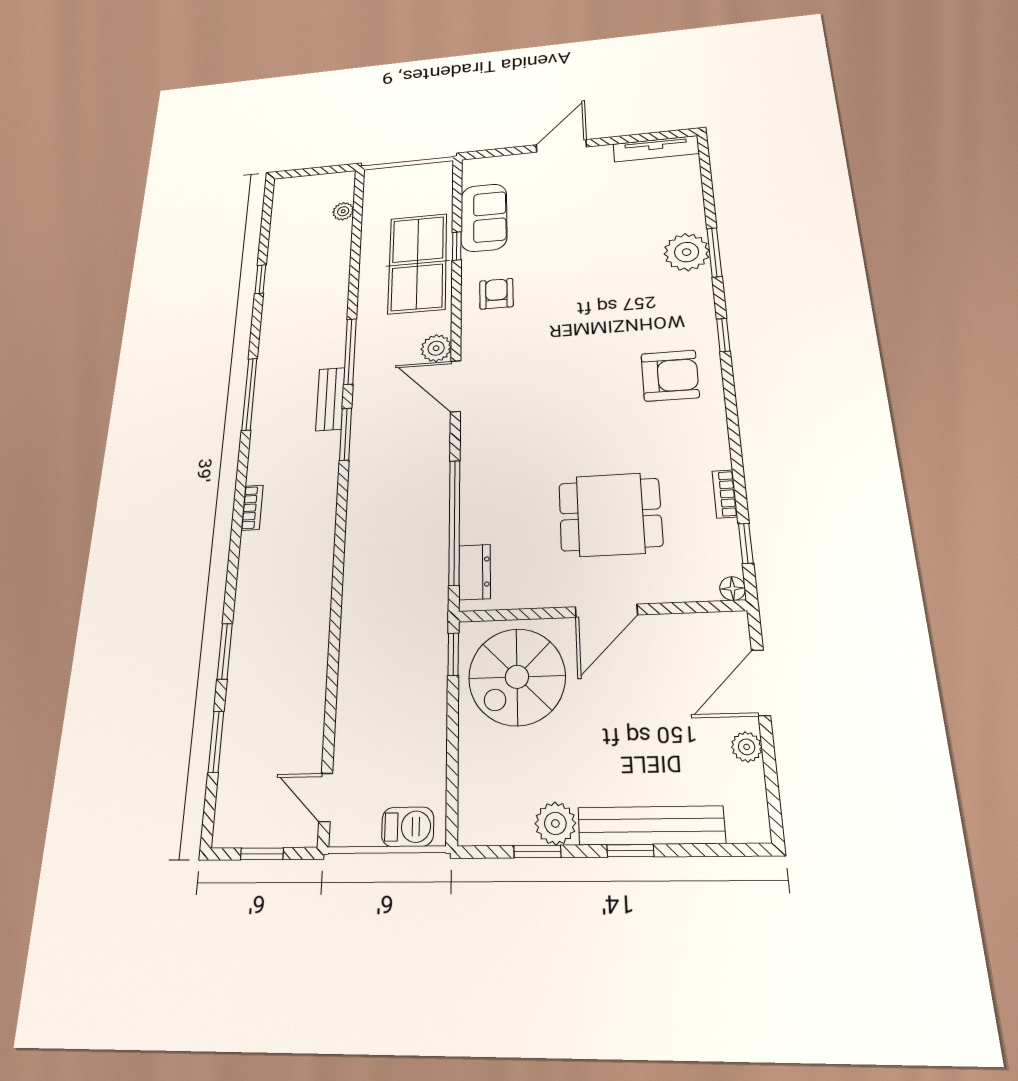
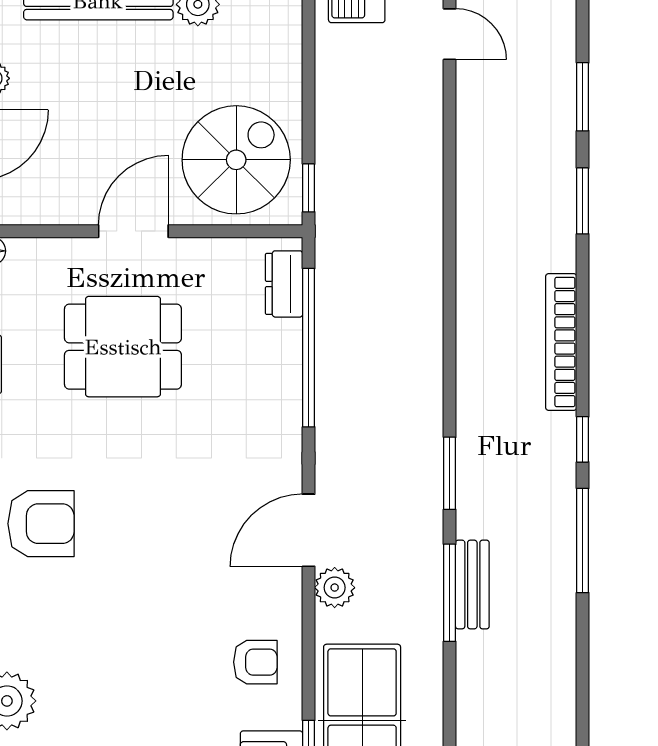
window: (260, 279) -> (583, 439), moved
armchair: (496, 294) -> (255, 662), turned -90
armchair: (670, 376) -> (41, 524), turned 180
door: (456, 386) -> (309, 530), swing flipped
bench: (330, 399) -> (472, 585), moved
bookcase: (252, 508) -> (561, 342), width x2.31, depth x1.31

